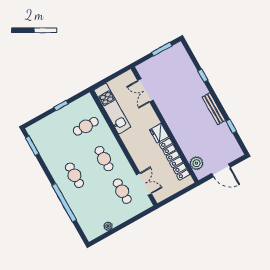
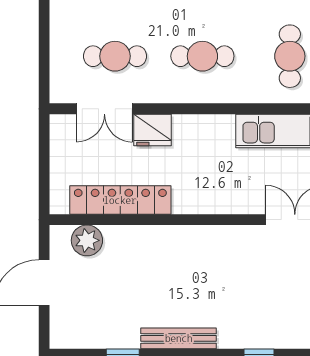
fridge: (159, 133) -> (153, 130), moved, turned 180

